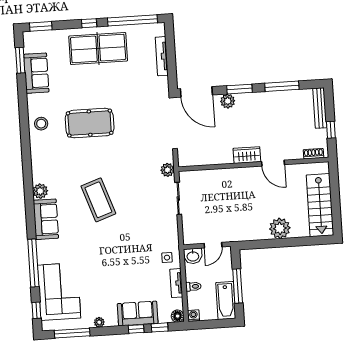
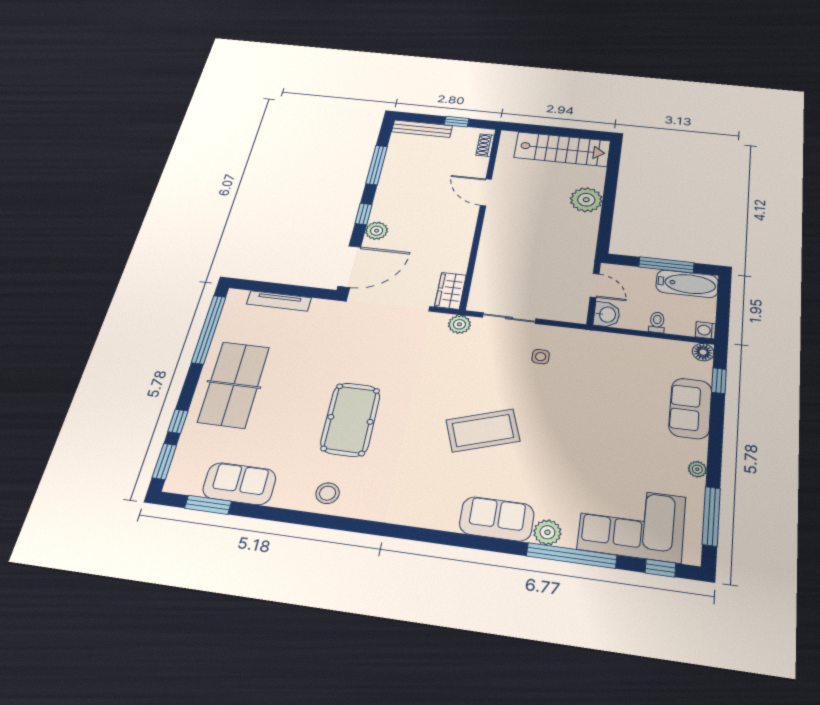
window: (89, 23) -> (178, 421), moved
window: (239, 89) -> (364, 214), width x0.67
wardrobe: (247, 155) -> (450, 291), moved
door: (273, 163) -> (486, 192), swing flipped
plant: (40, 191) -> (547, 532), moved
side table: (167, 258) -> (541, 357), moved
tv unit: (176, 283) -> (647, 345), removed
window: (136, 329) -> (717, 415), removed

